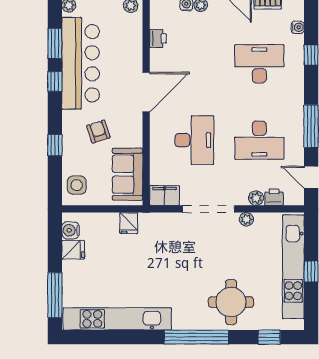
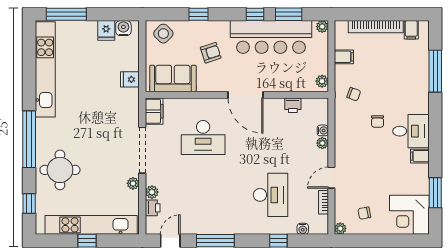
desk: (259, 140) -> (203, 195), removed
side table: (77, 185) -> (163, 34), turned 45

